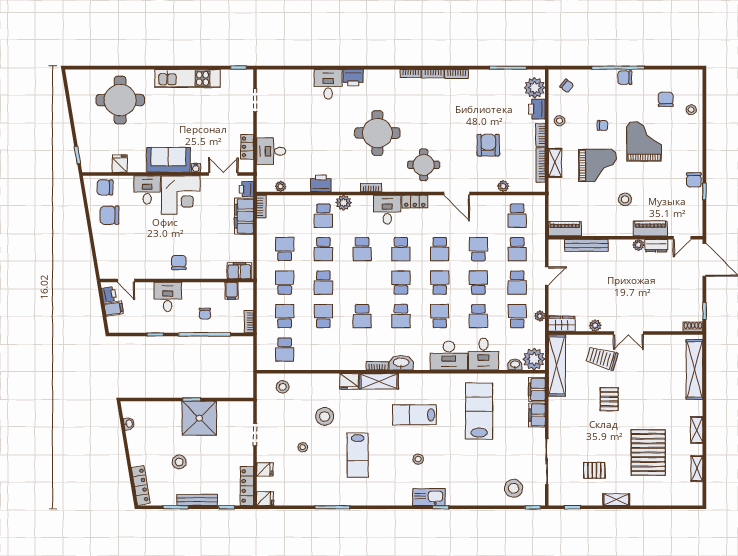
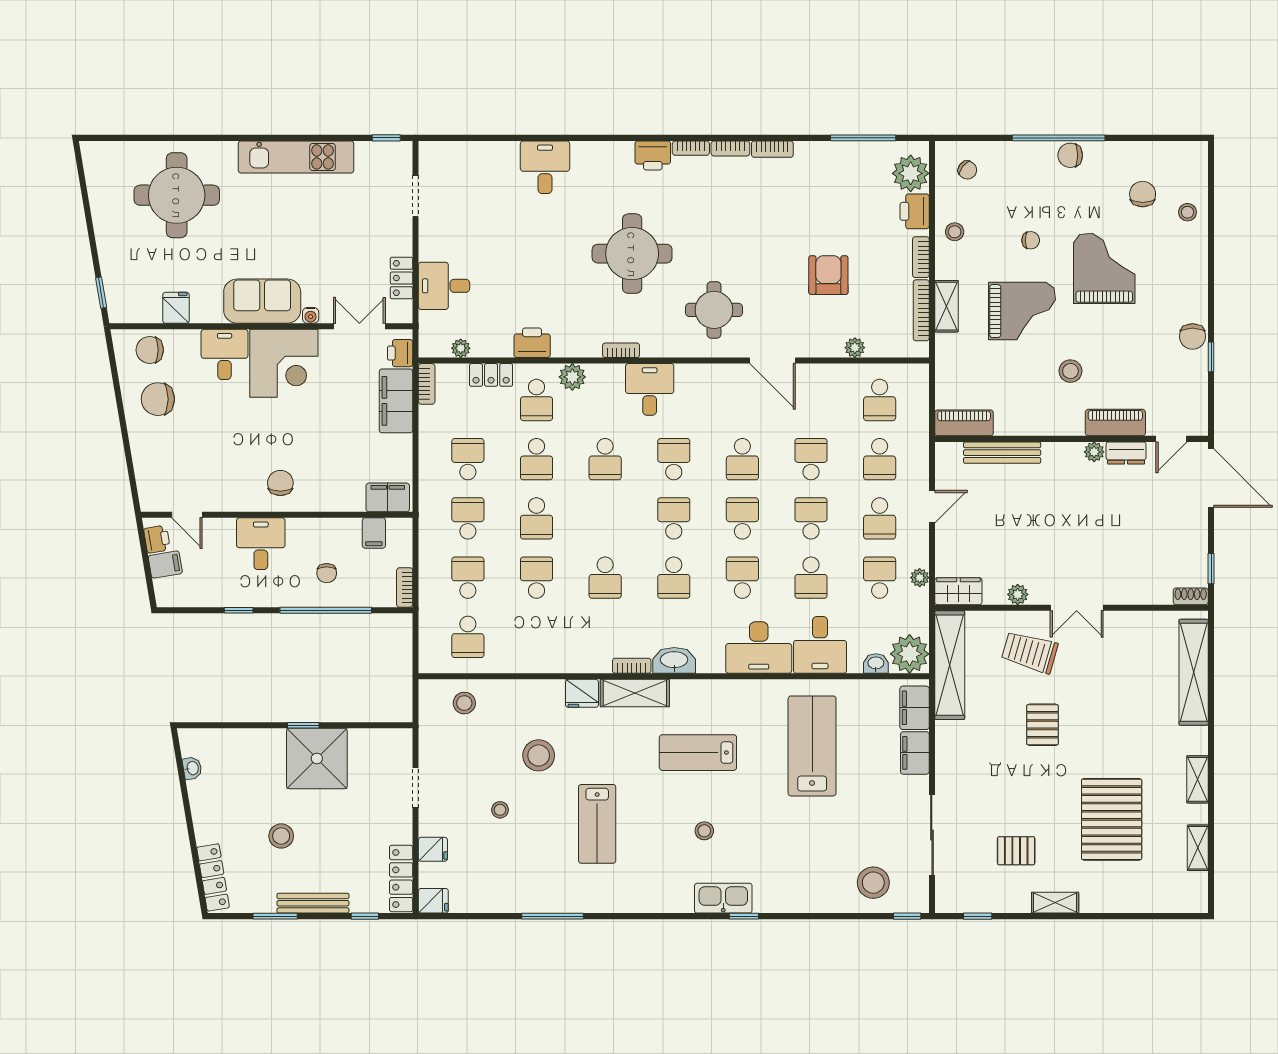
printer: (353, 78) -> (653, 155), moved
locker: (415, 202) -> (491, 375), moved
school desk: (401, 249) -> (674, 459), turned 180

